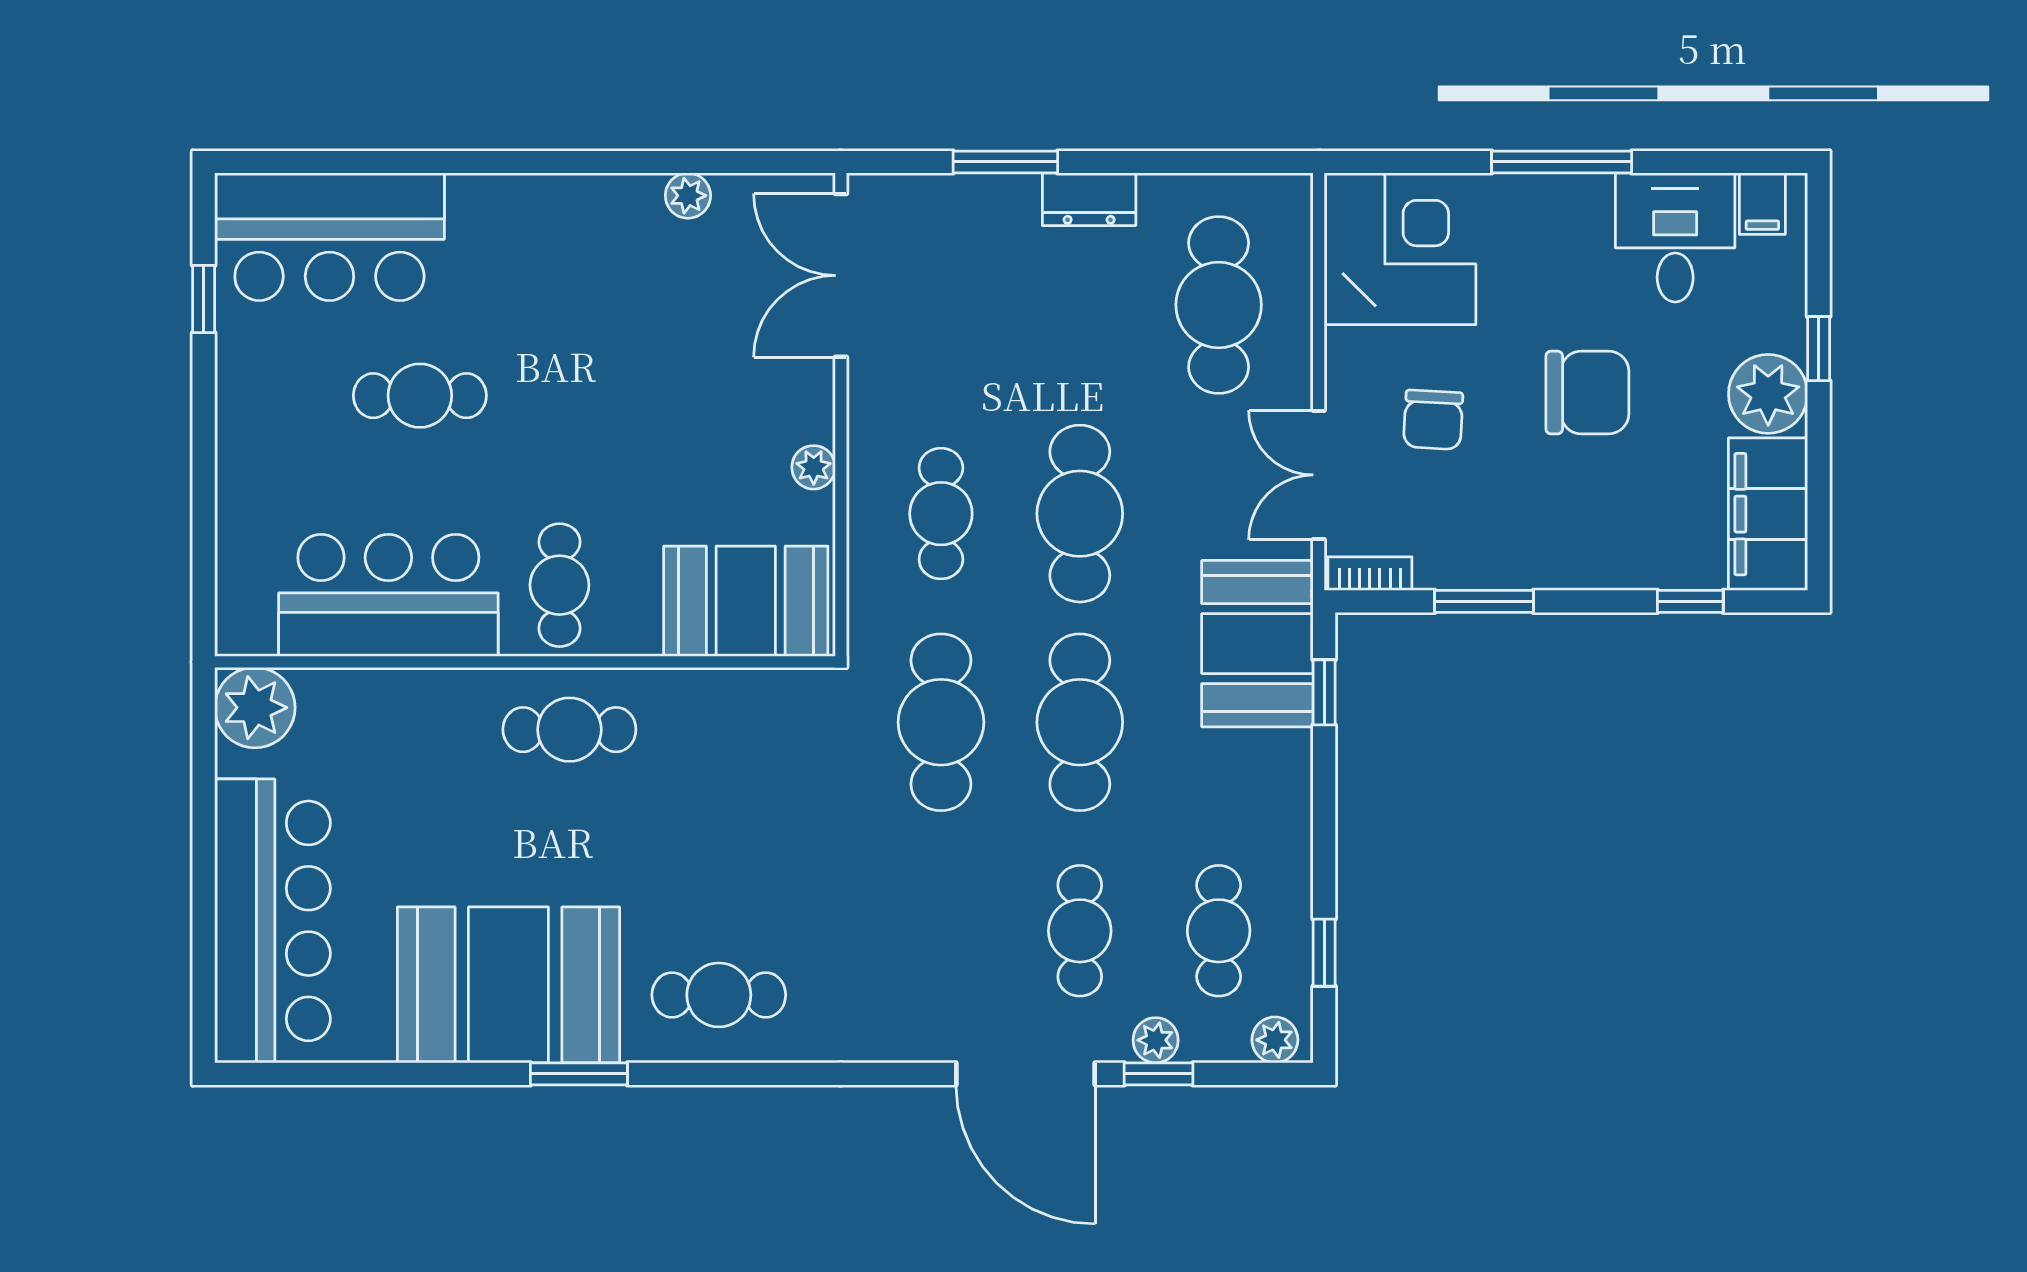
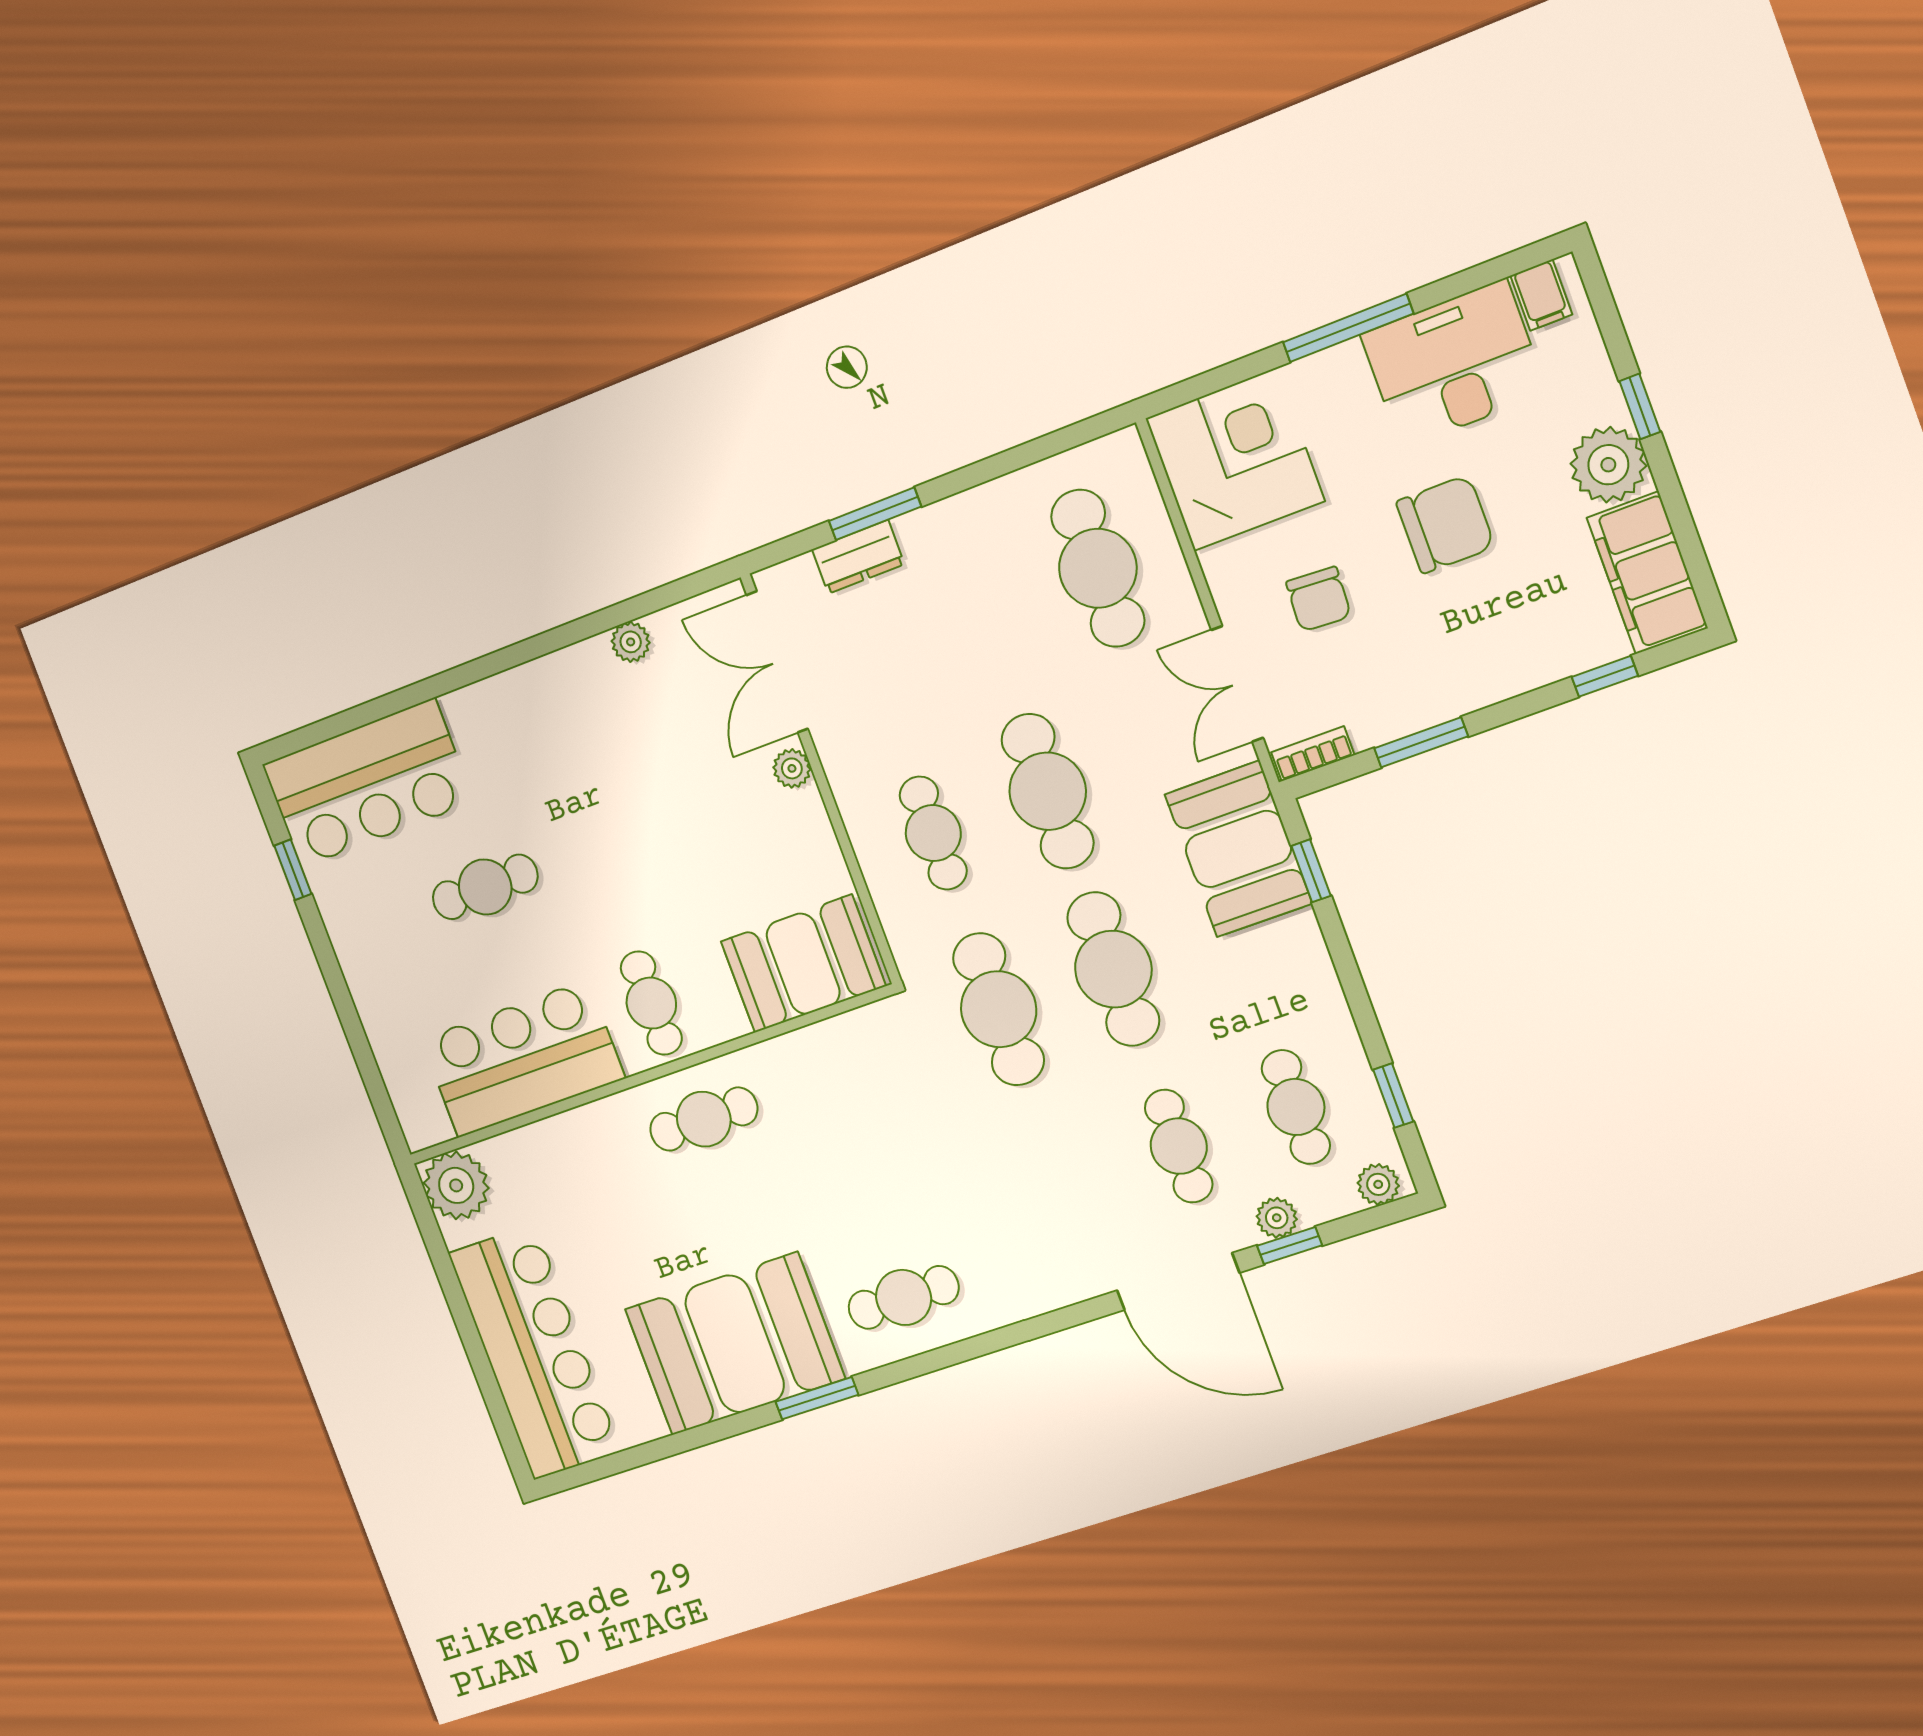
dresser: (1089, 199) -> (858, 557), moved
desk: (1675, 238) -> (1454, 364), width x1.37
plant: (814, 467) -> (792, 768), moved

